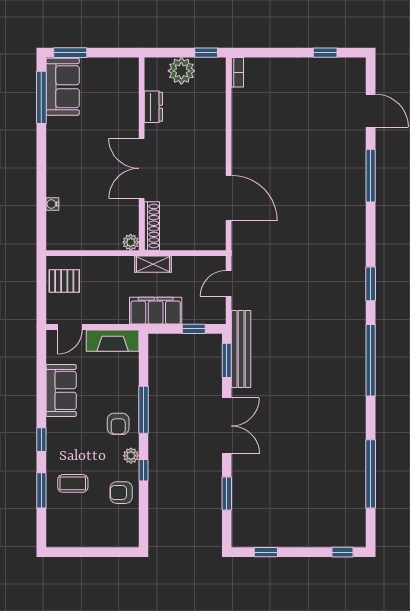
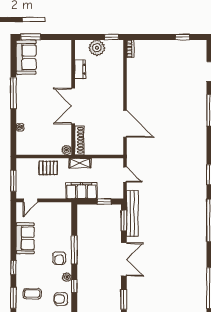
window: (41, 97) -> (13, 93), moved
pallet: (64, 281) -> (48, 168), moved
door: (229, 283) -> (125, 174), swing flipped
window: (41, 294) -> (13, 181), added
fireplace: (113, 341) -> (56, 209), removed

